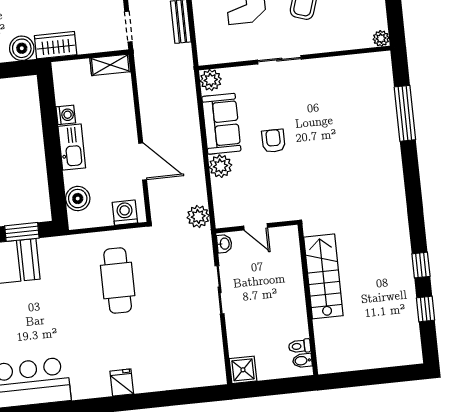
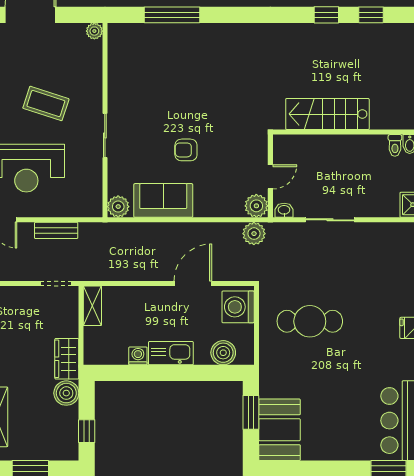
plant: (220, 166) -> (256, 206), moved
washing machine: (125, 213) -> (238, 307), width x1.37, depth x1.37

